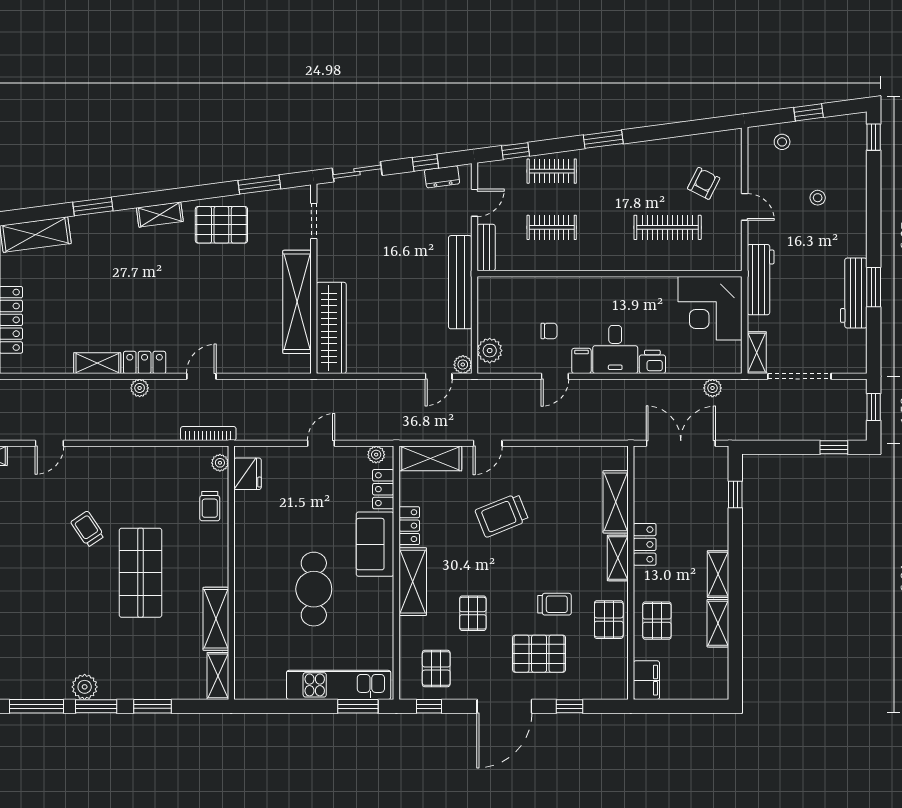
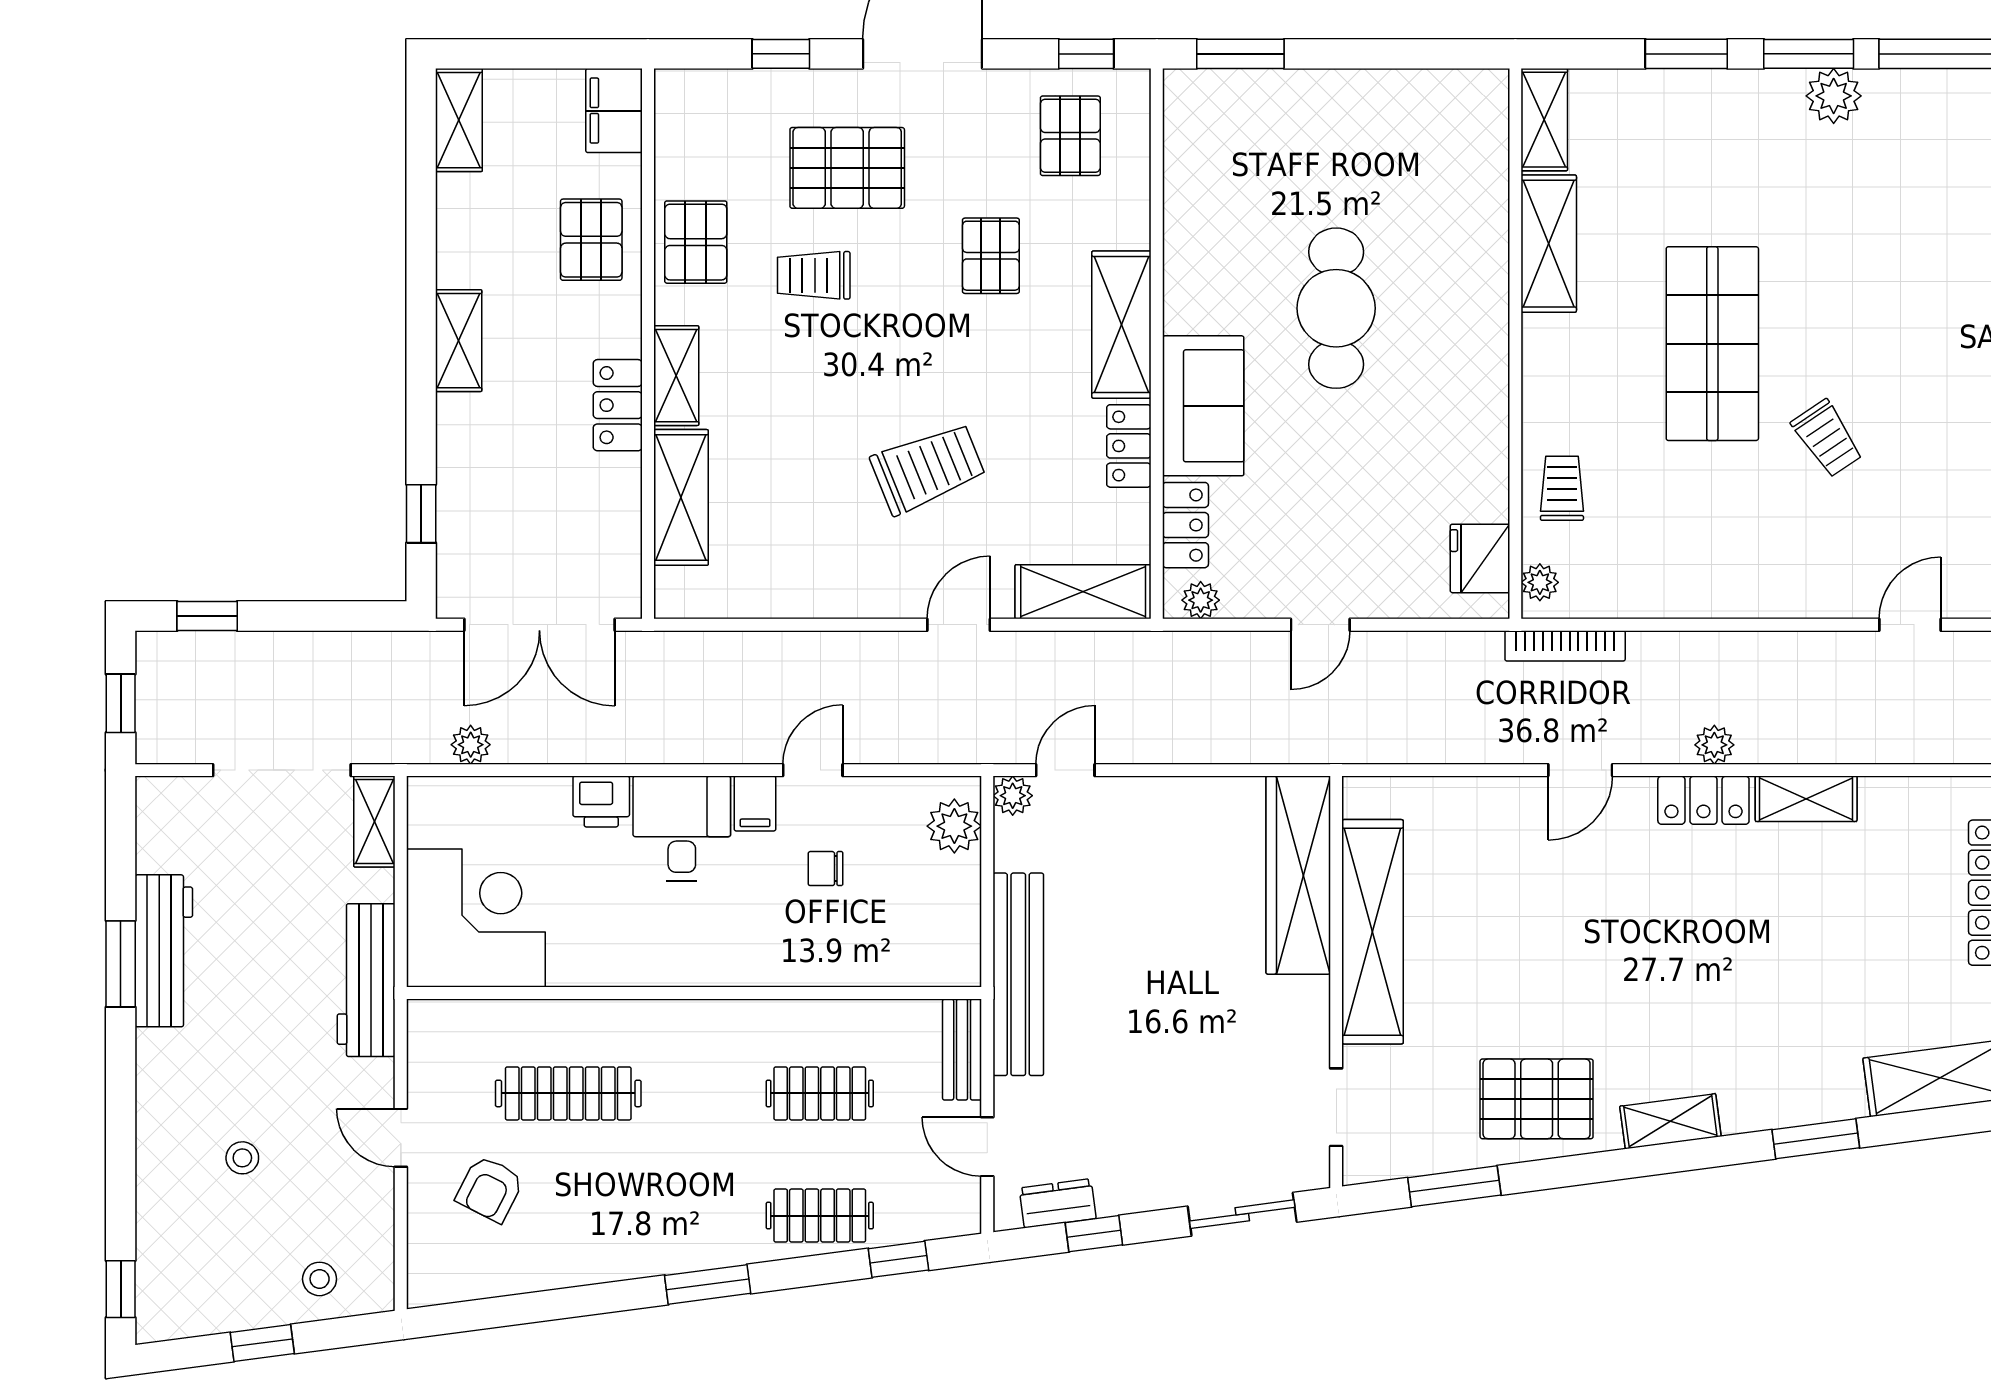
door: (475, 203) -> (987, 1147), hinge flipped
shelving: (718, 623) -> (459, 120), moved
kitchen unit: (339, 685) -> (1282, 100), removed

